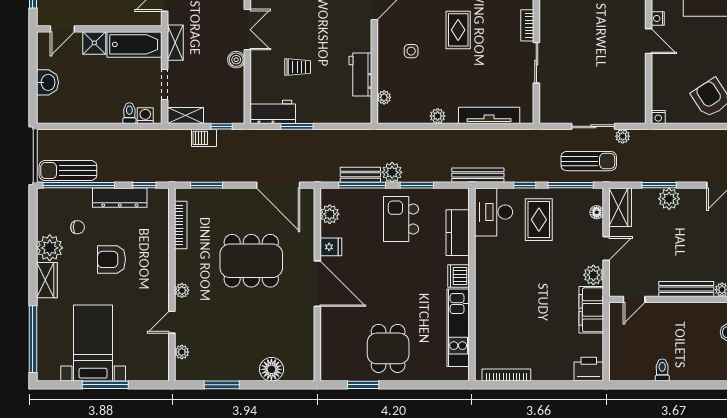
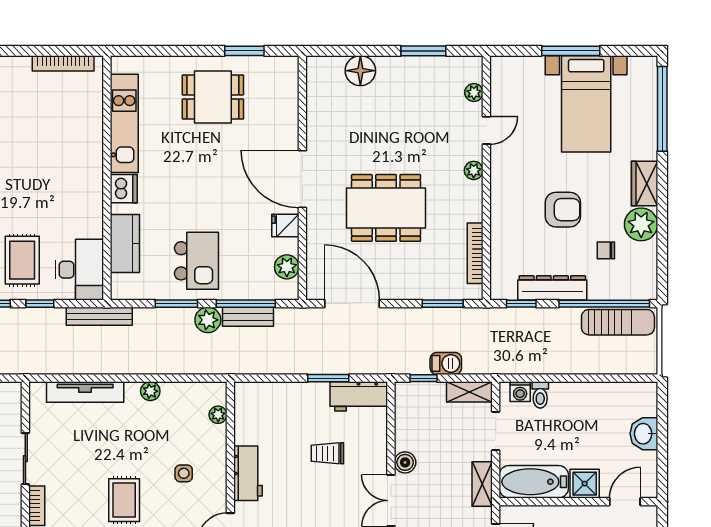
workbench: (360, 74) -> (248, 473), moved
dining table: (388, 348) -> (213, 97), turned 90

